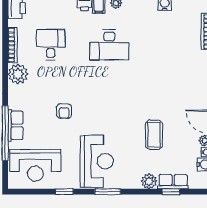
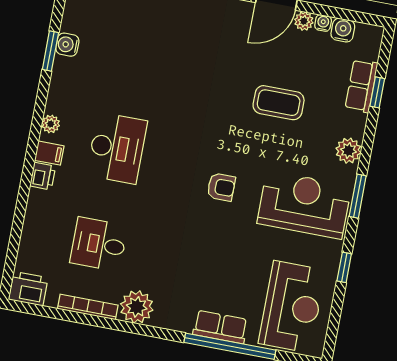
armchair: (64, 111) -> (221, 187), moved
plant: (149, 181) -> (348, 151), moved

